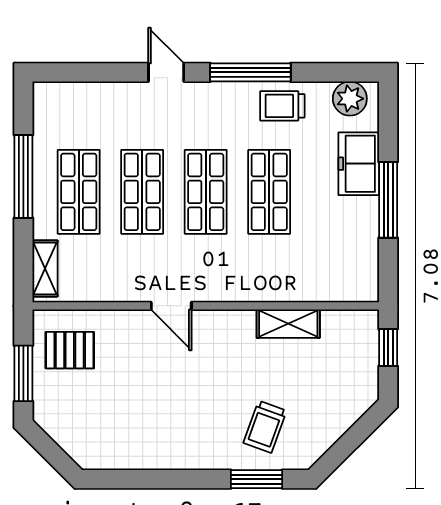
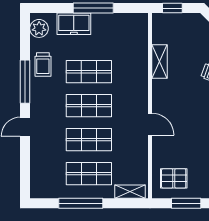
door: (171, 306) -> (150, 124), hinge flipped
pallet: (70, 350) -> (174, 178), turned 90

